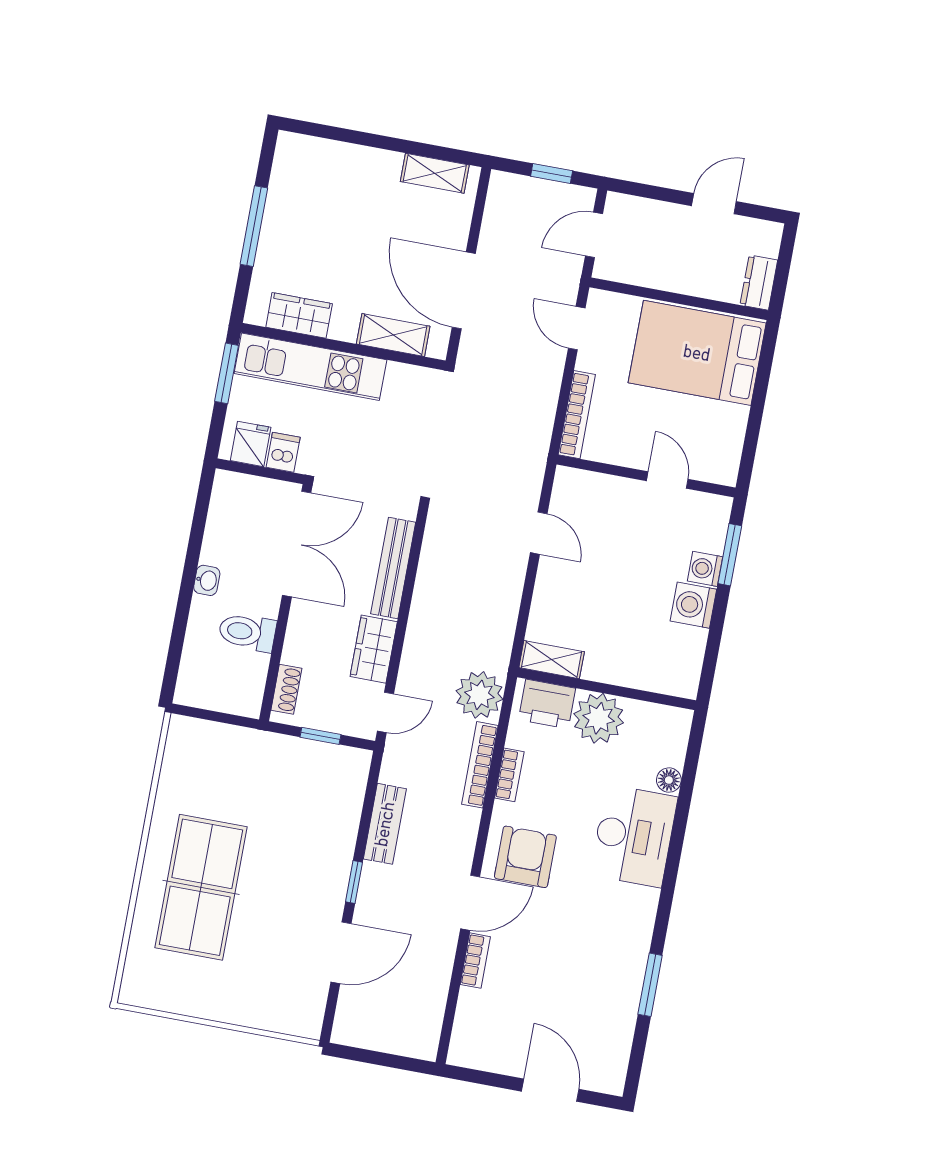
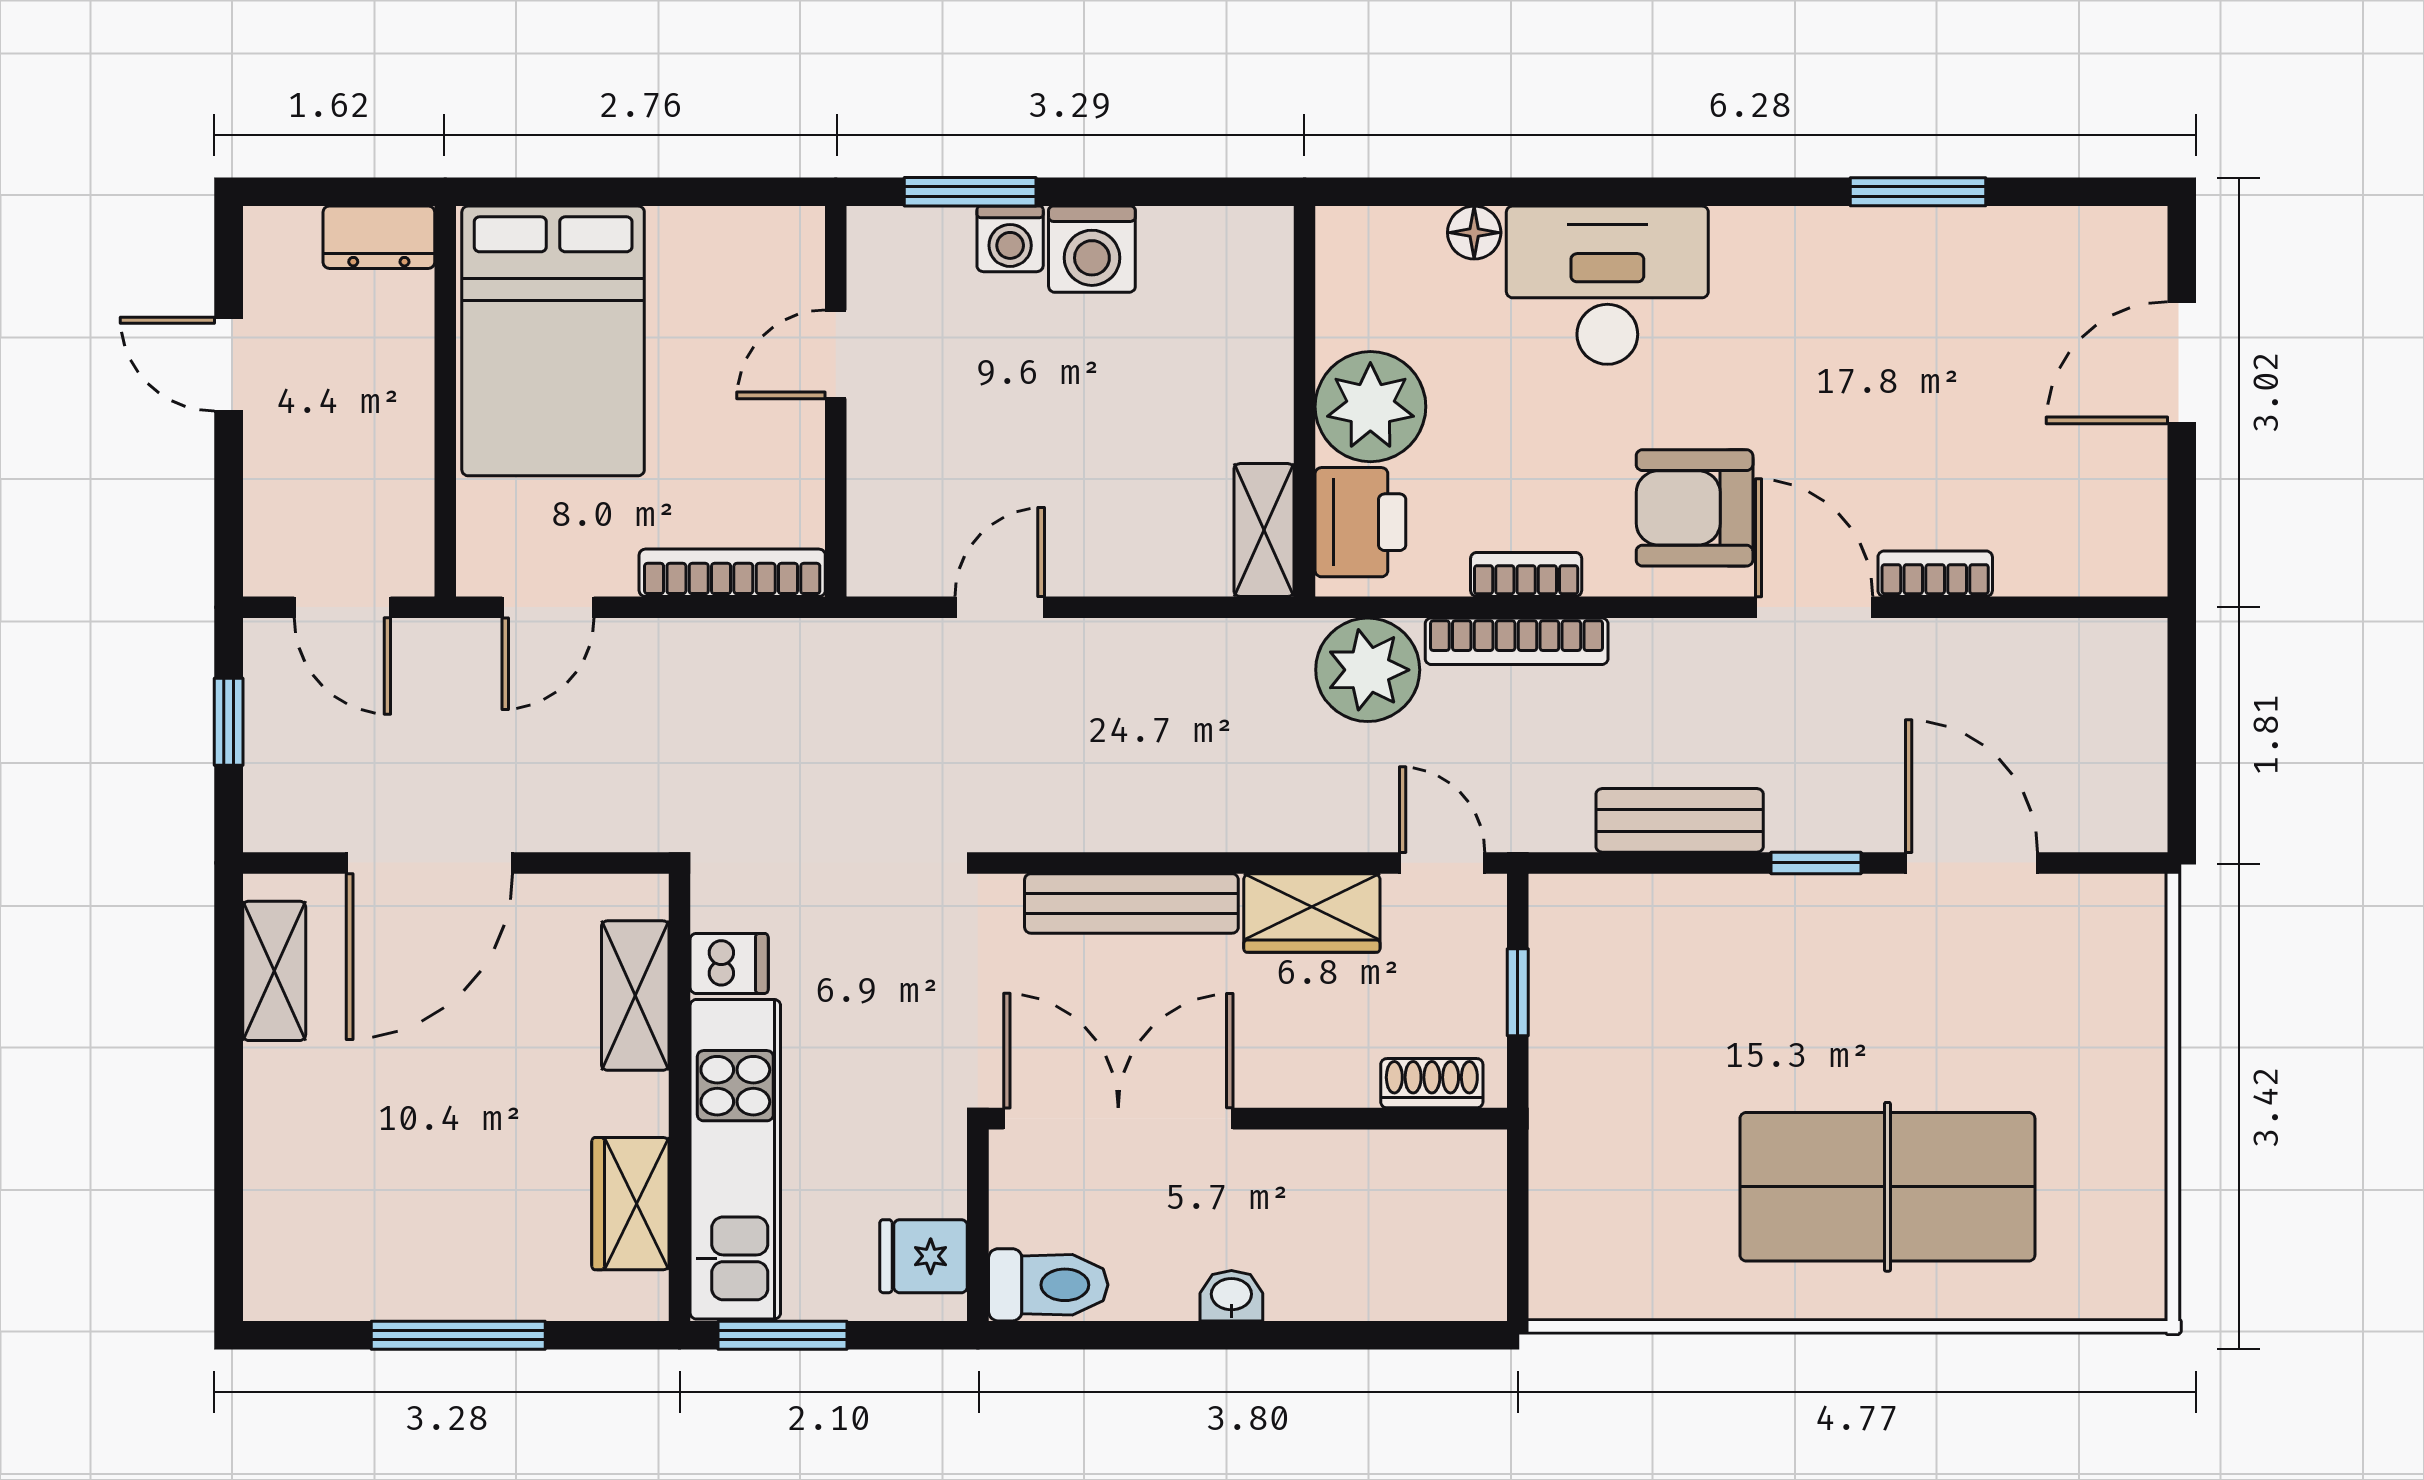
door: (464, 290) -> (429, 863), moved
dishwasher: (283, 452) -> (729, 963), moved, turned 180
toilet: (247, 632) -> (1048, 1285), moved, turned -90

